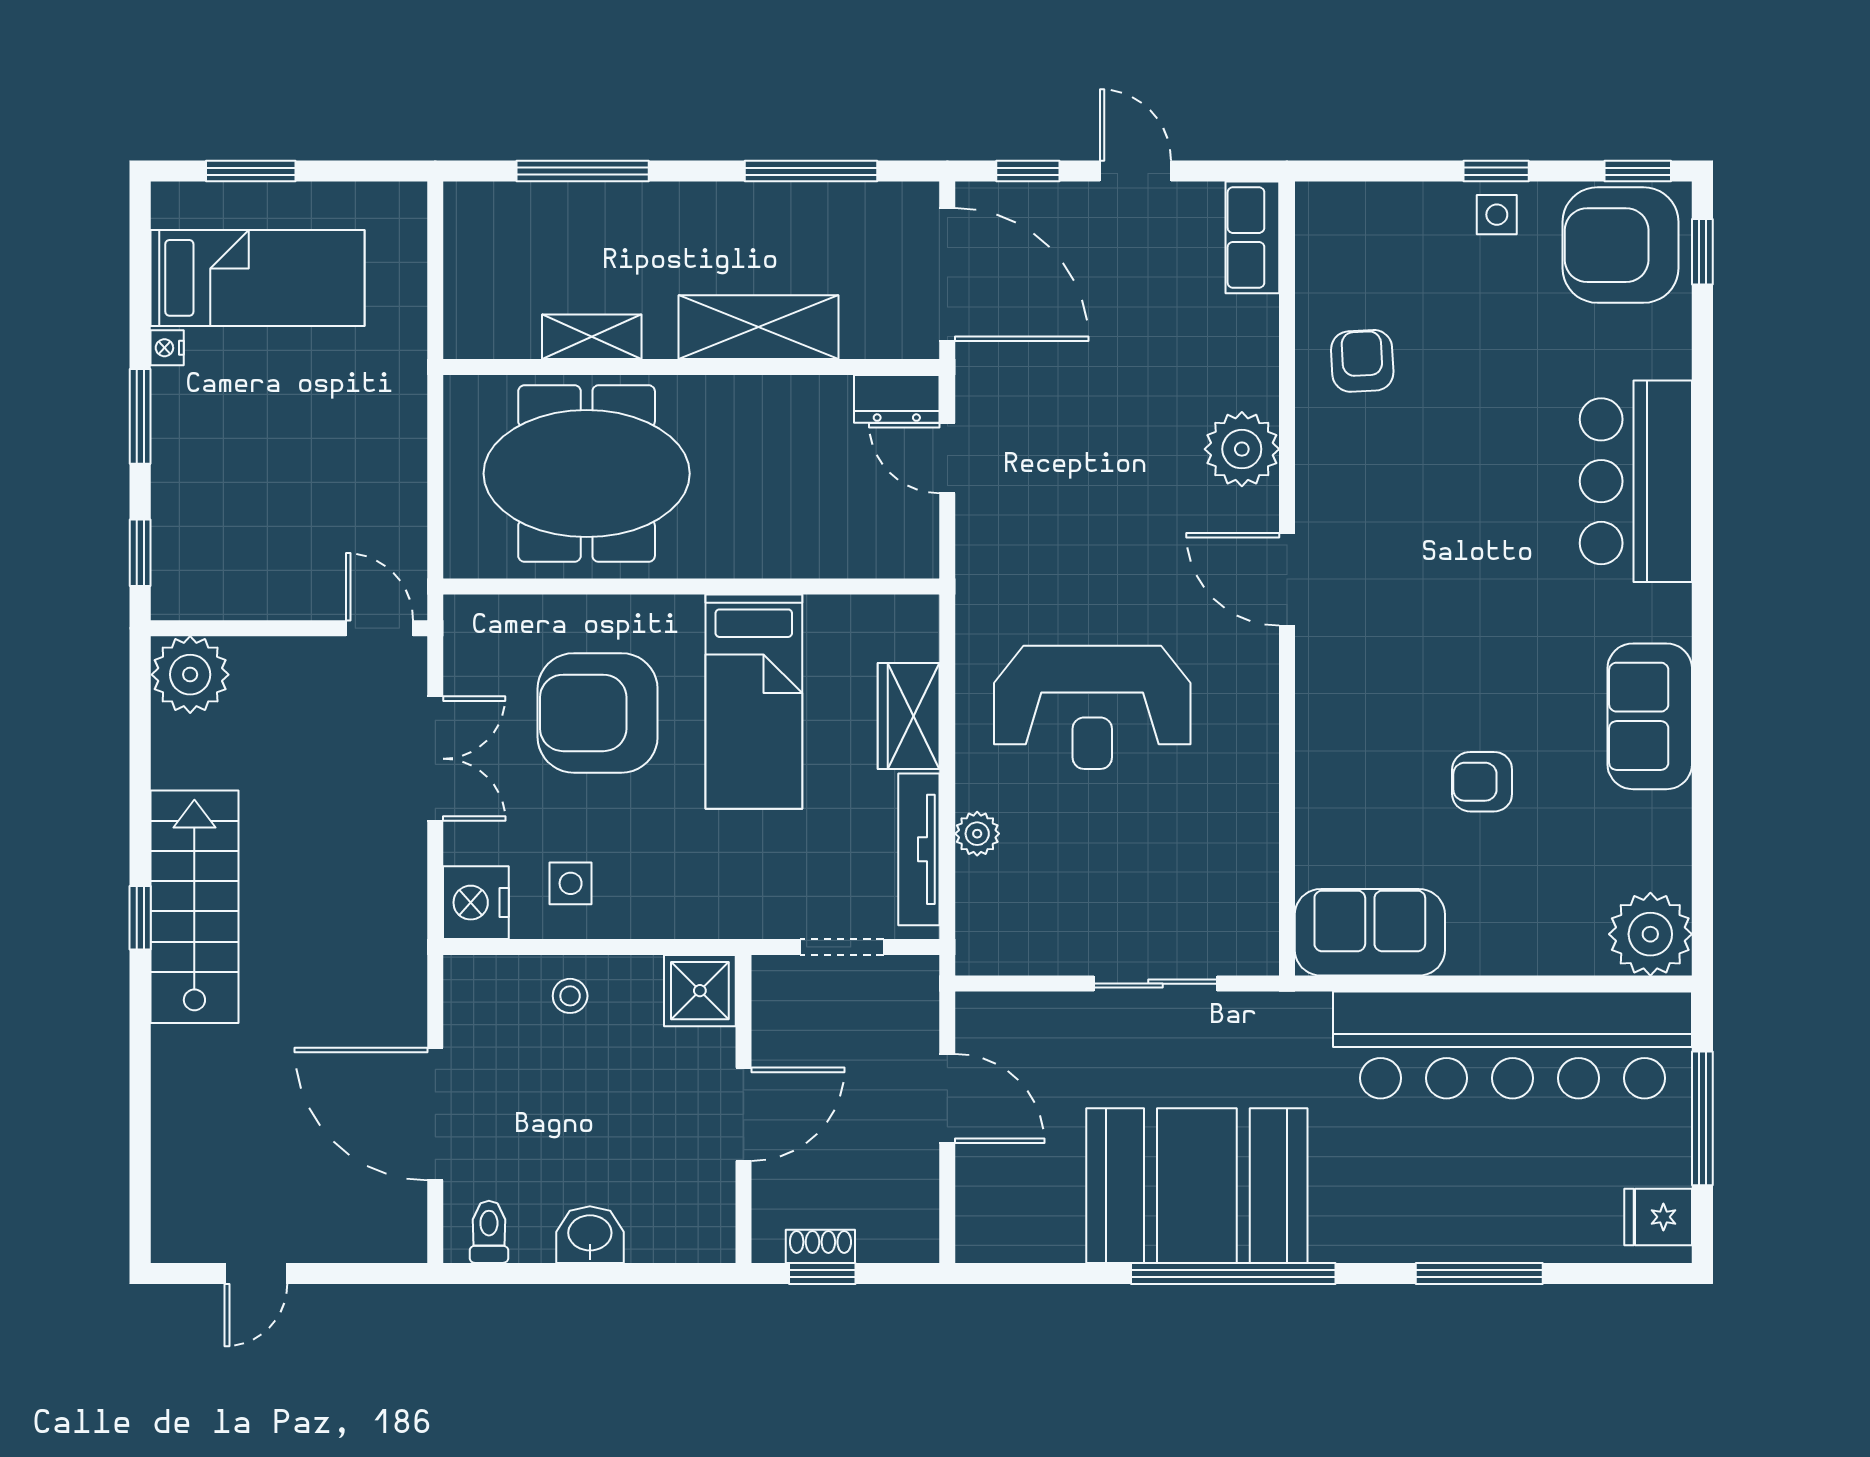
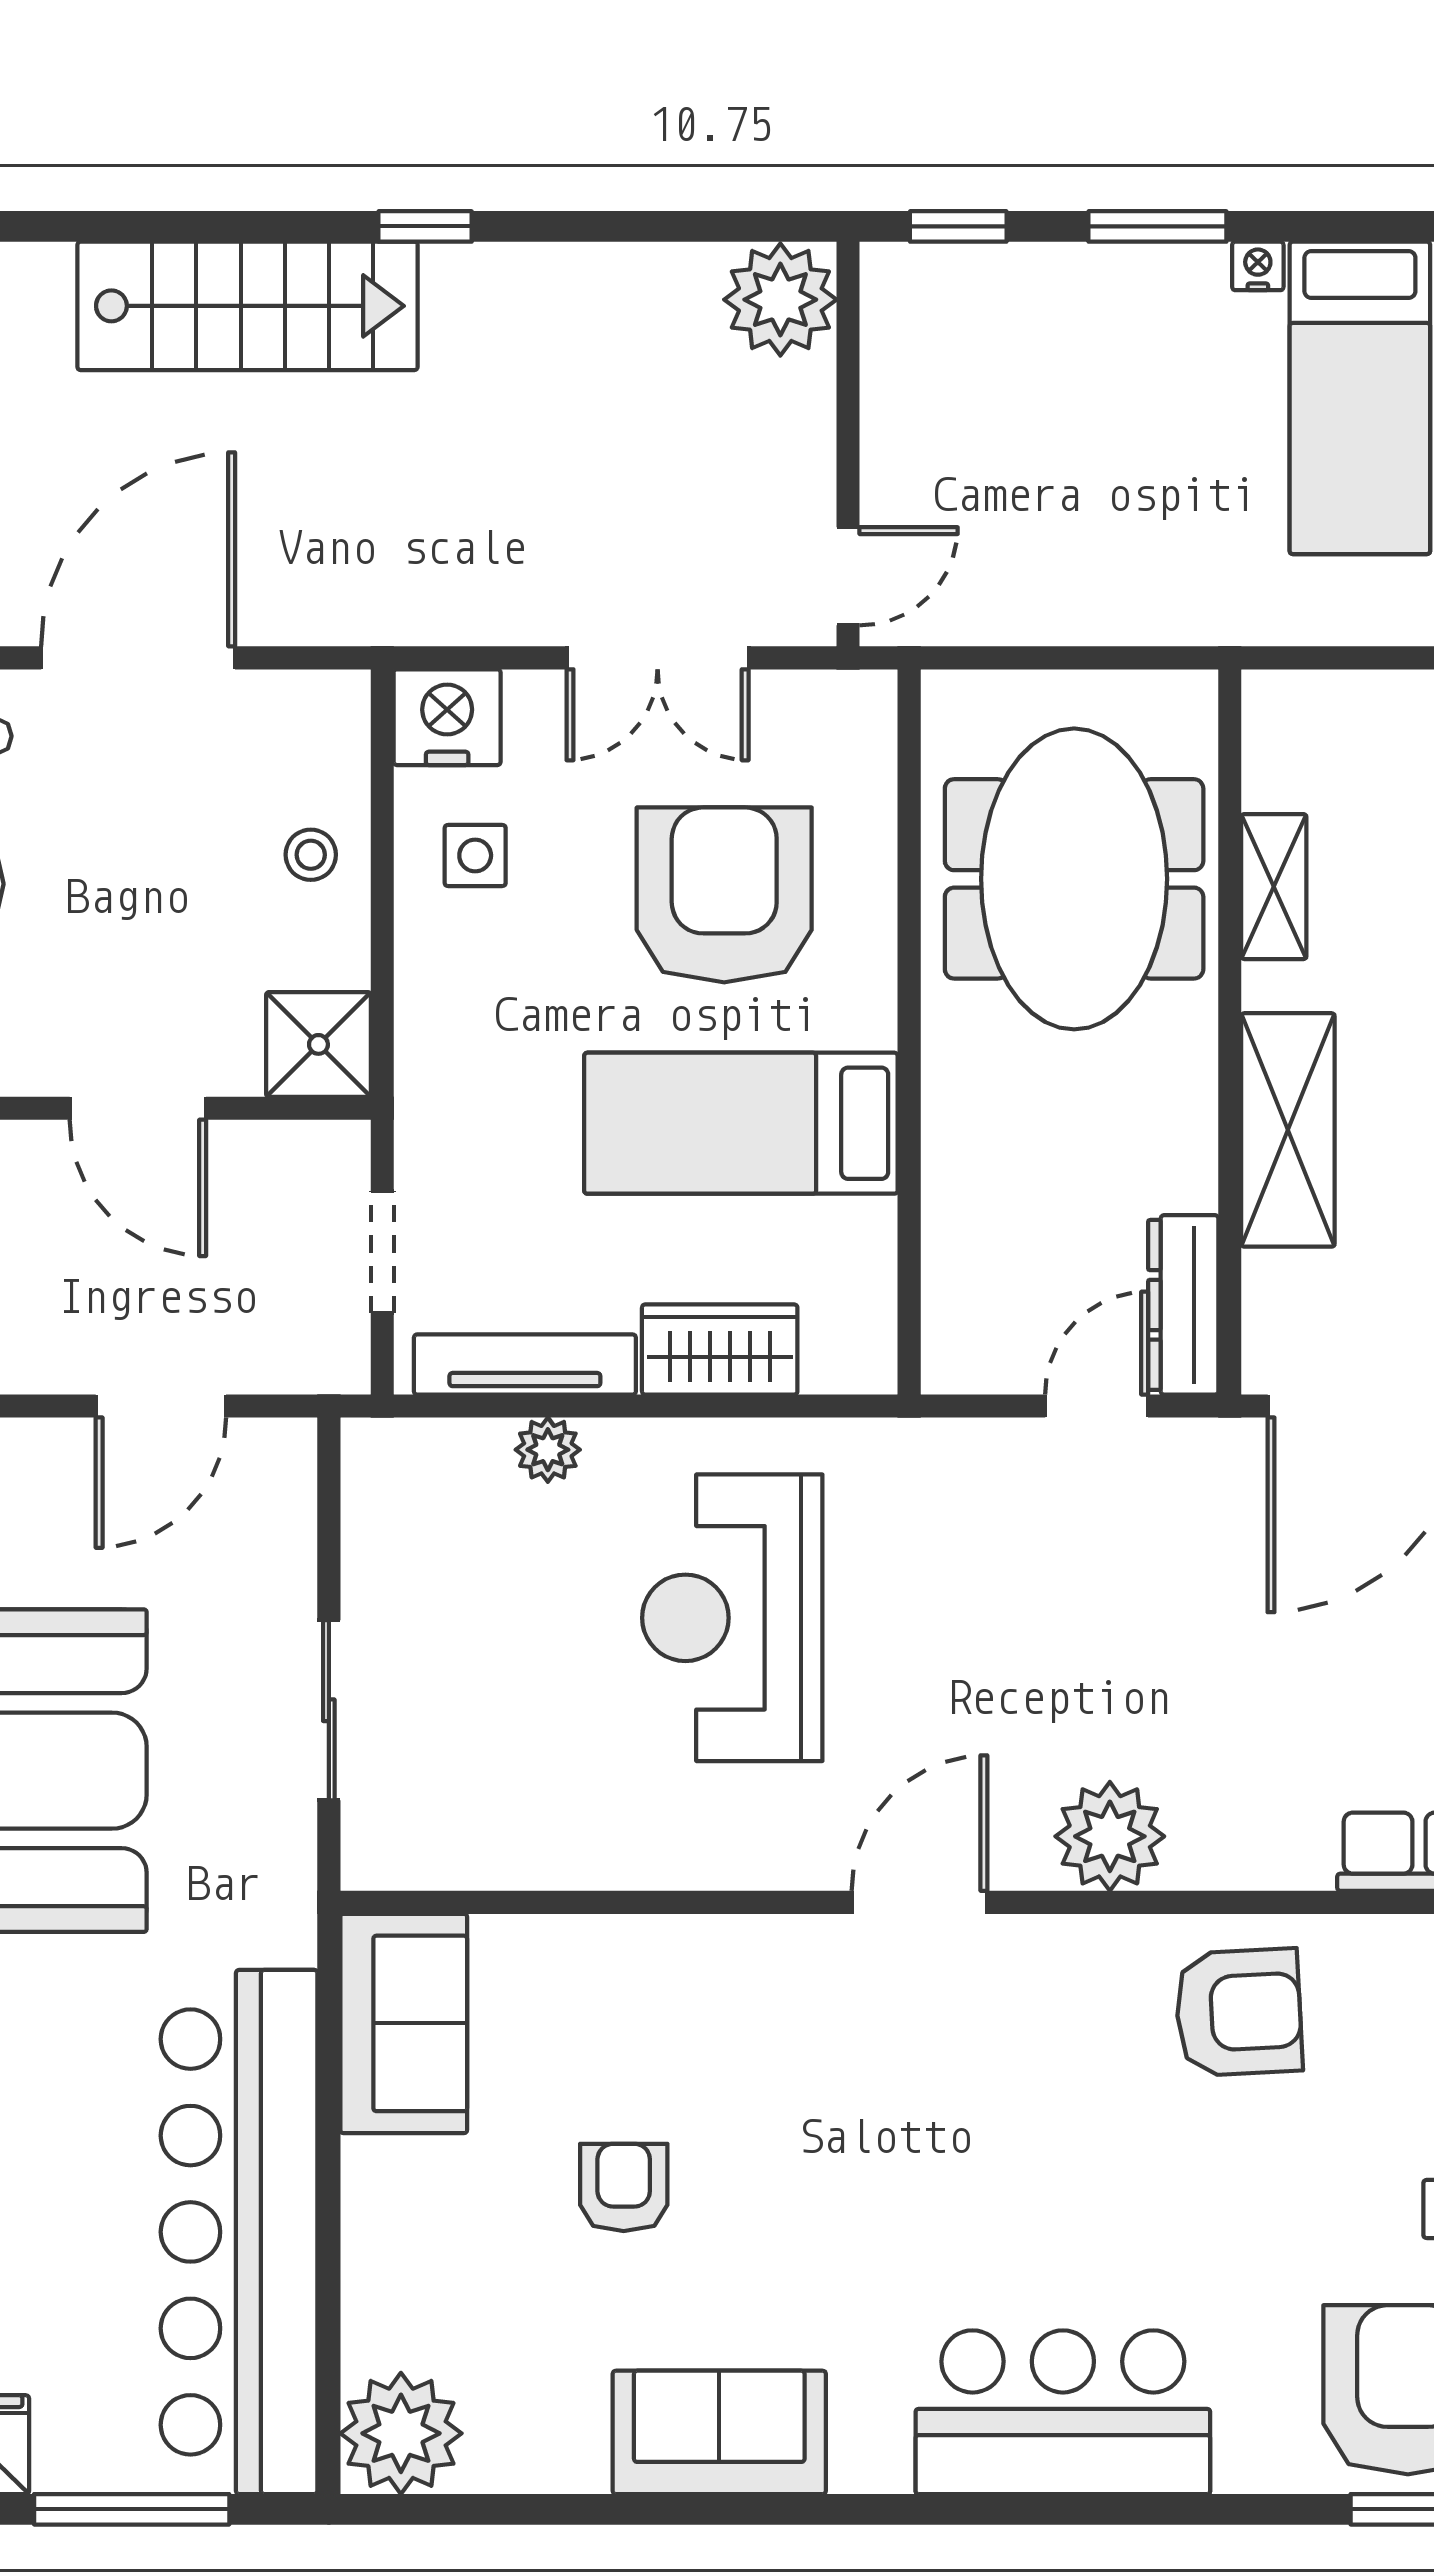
armchair: (1362, 361) -> (1239, 2012), width x1.38, depth x1.38
dresser: (897, 399) -> (1183, 1305), width x1.44
stairs: (194, 907) -> (247, 306), moved

